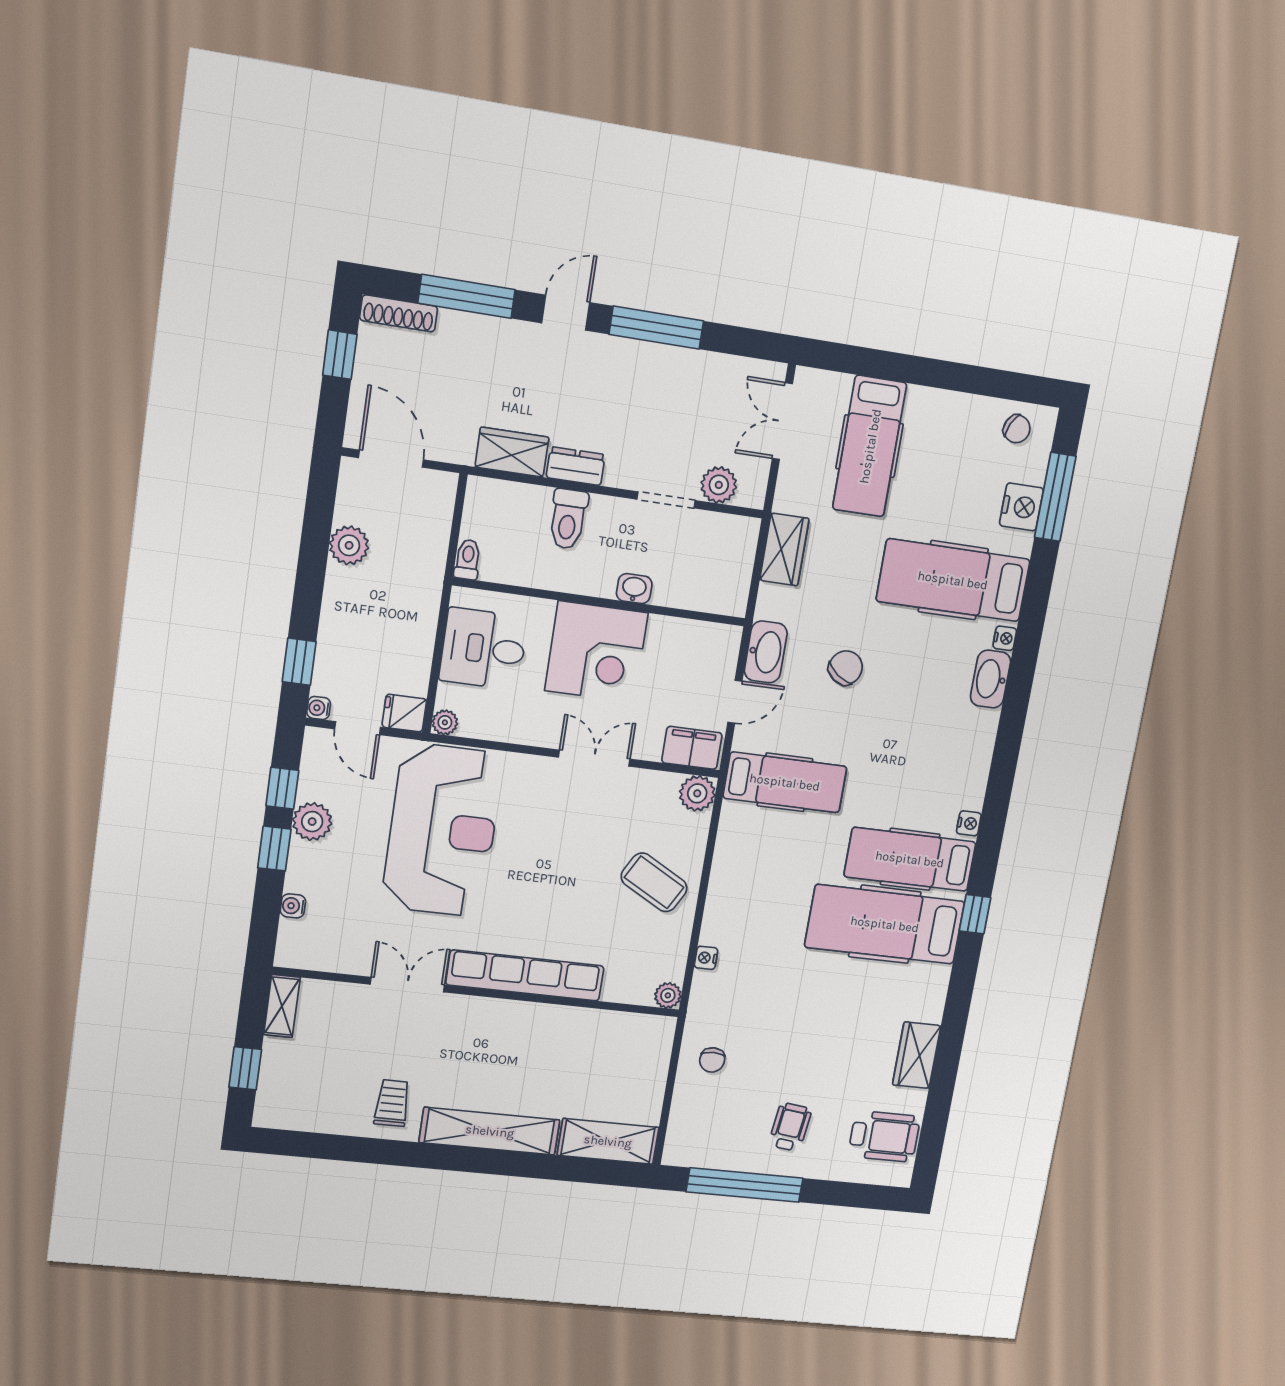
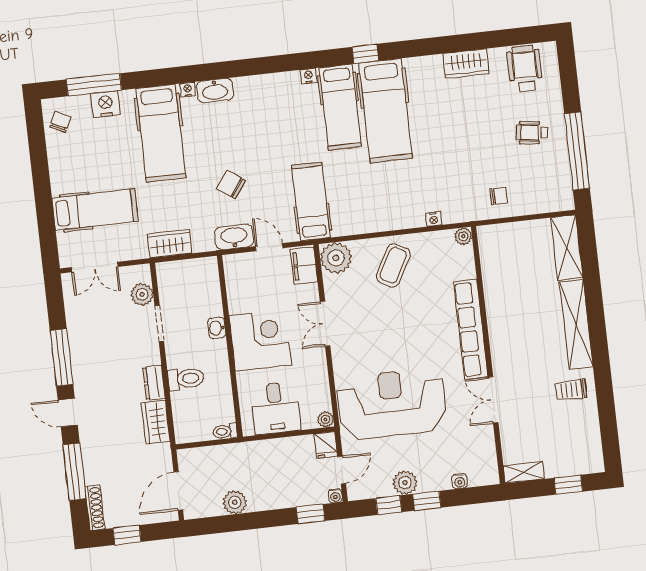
plant: (697, 793) -> (336, 258), width x1.36, depth x1.36

